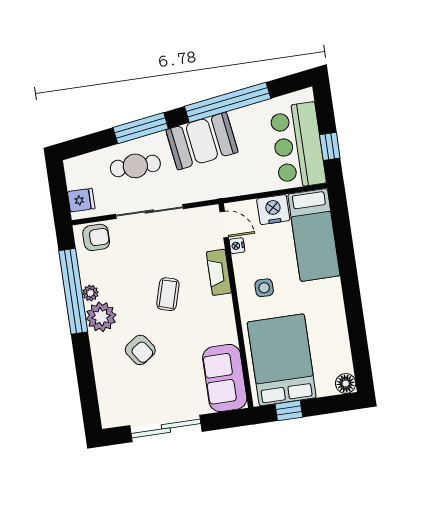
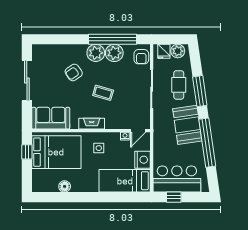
plant: (77, 176) -> (178, 51), added
fireplace: (219, 272) -> (92, 124), moved
plant: (90, 293) -> (114, 53), width x1.88, depth x1.88
floor lamp: (346, 383) -> (65, 186), moved

